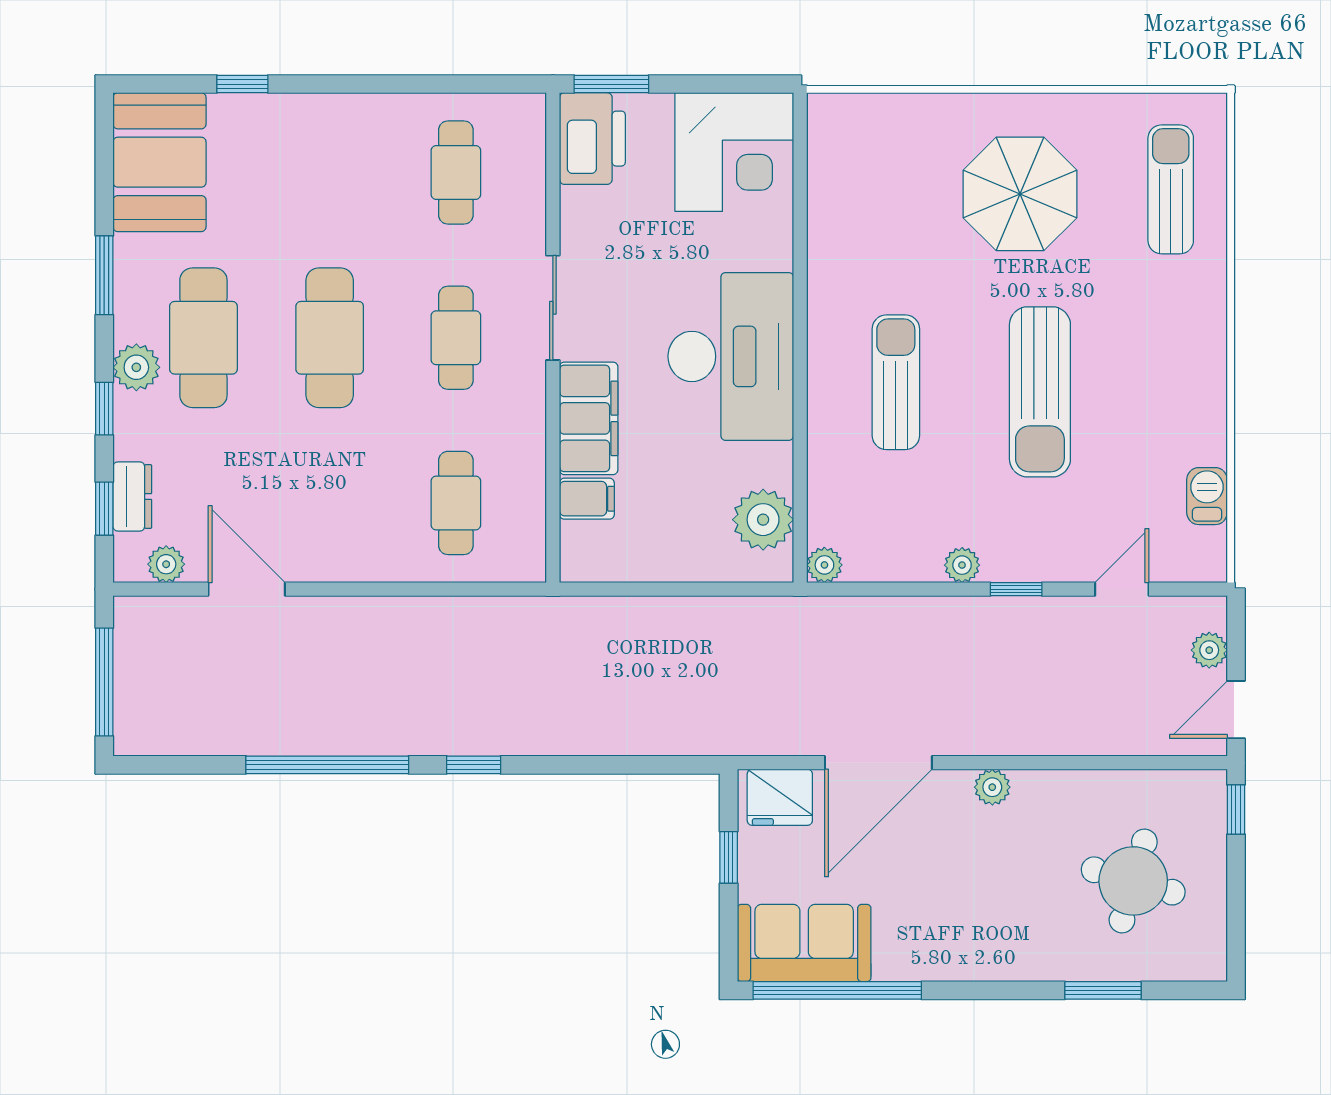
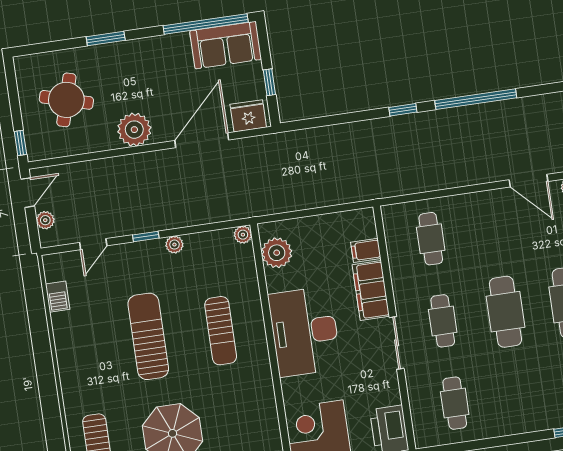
plant: (992, 787) -> (134, 130), width x1.88, depth x1.88
window: (1103, 990) -> (106, 39), moved

